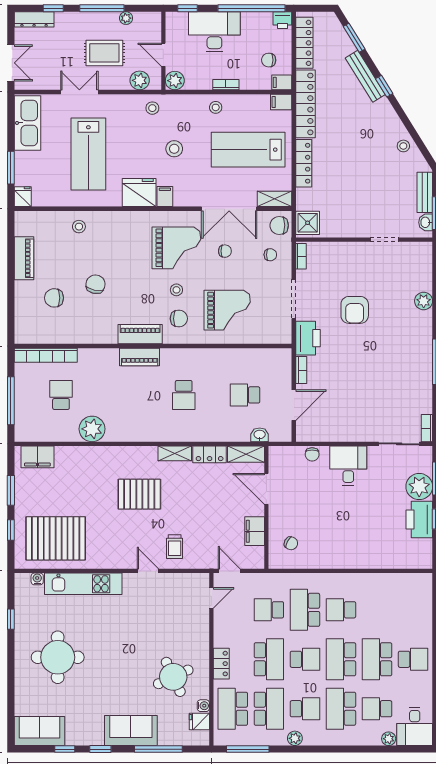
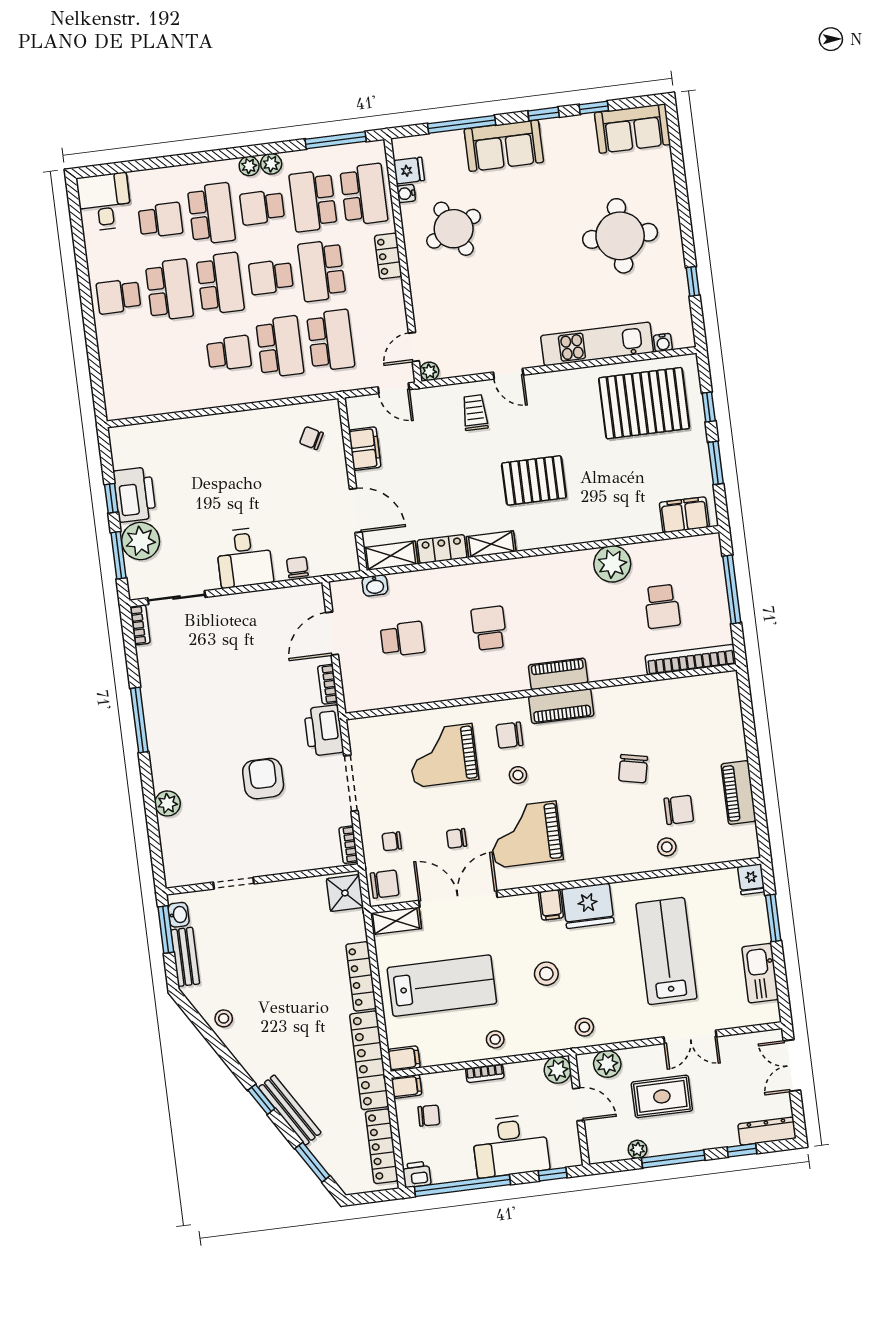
kitchen sink: (27, 123) -> (760, 973), width x0.73, depth x0.81
chair: (54, 298) -> (679, 810), moved
plant: (203, 579) -> (429, 371), added
school desk: (269, 610) -> (331, 340), width x1.85
plant: (389, 739) -> (249, 166), moved

